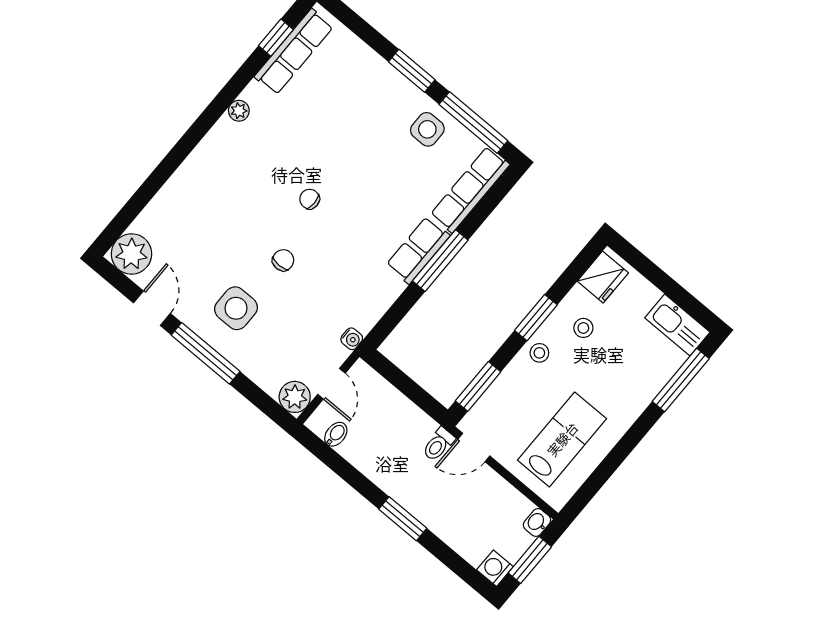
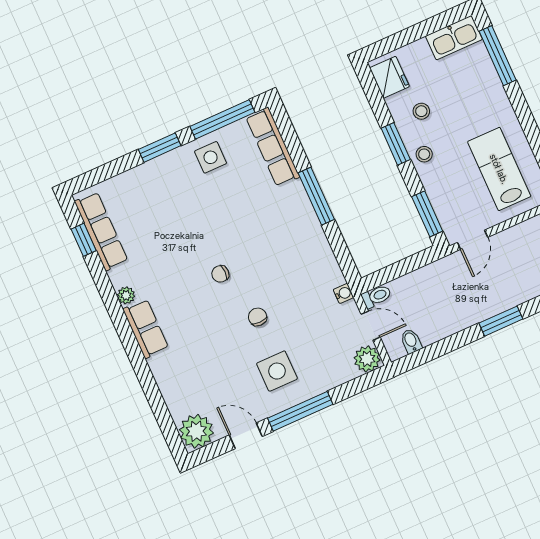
row of seats: (418, 250) -> (146, 329), moved, turned 180
toilet: (438, 444) -> (376, 296), moved, turned -90

